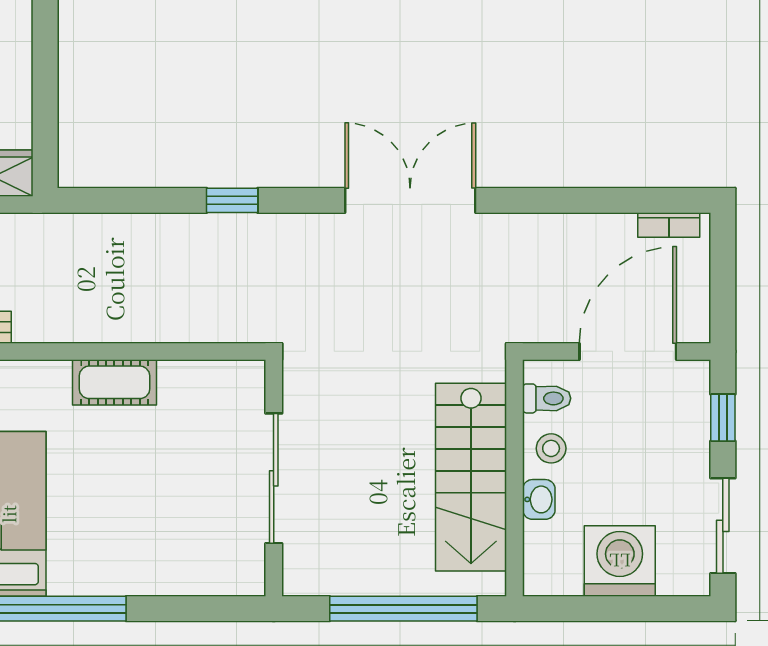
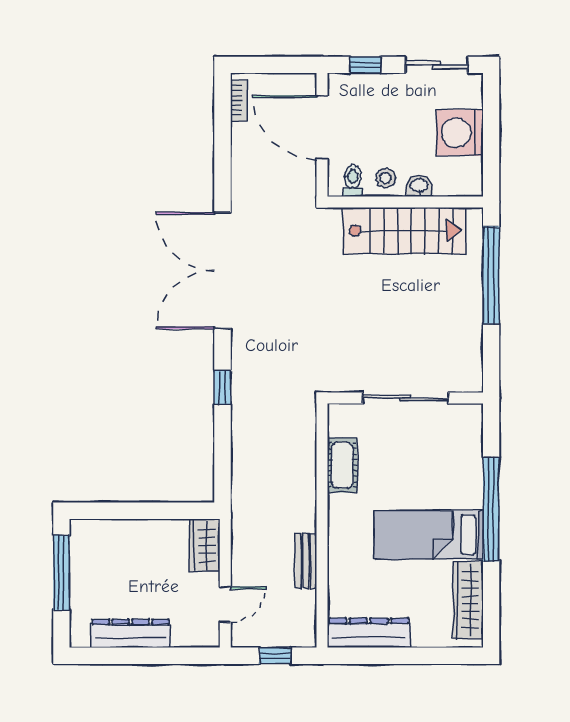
double door: (410, 200) -> (223, 271), width x1.36
sliding door: (274, 478) -> (405, 398), moved
wall: (274, 478) -> (405, 398), moved

